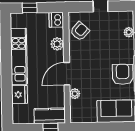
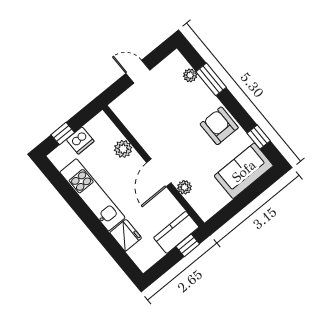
dishwasher: (56, 20) -> (80, 140), moved, turned -90
armchair: (80, 31) -> (137, 116), removed

